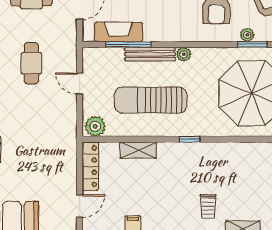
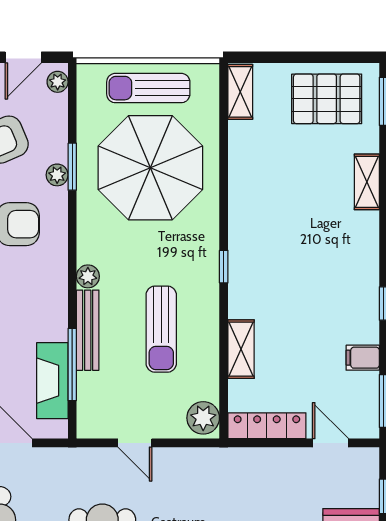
door: (80, 84) -> (135, 443), hinge flipped
sun lounger: (151, 100) -> (161, 329), width x0.73, depth x0.75
trolley: (208, 206) -> (331, 238), removed

